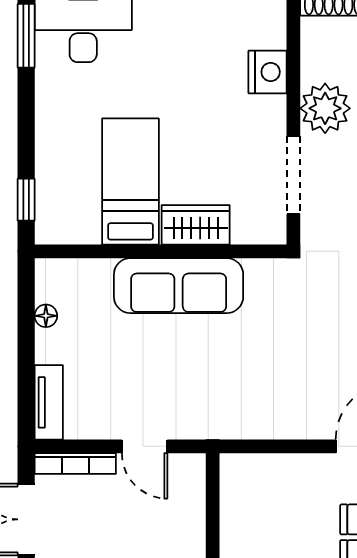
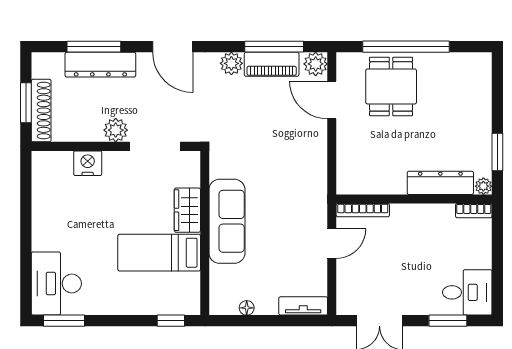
plant: (325, 108) -> (116, 130), width x0.73, depth x0.73
bookcase: (75, 464) -> (363, 210), moved, turned 90

